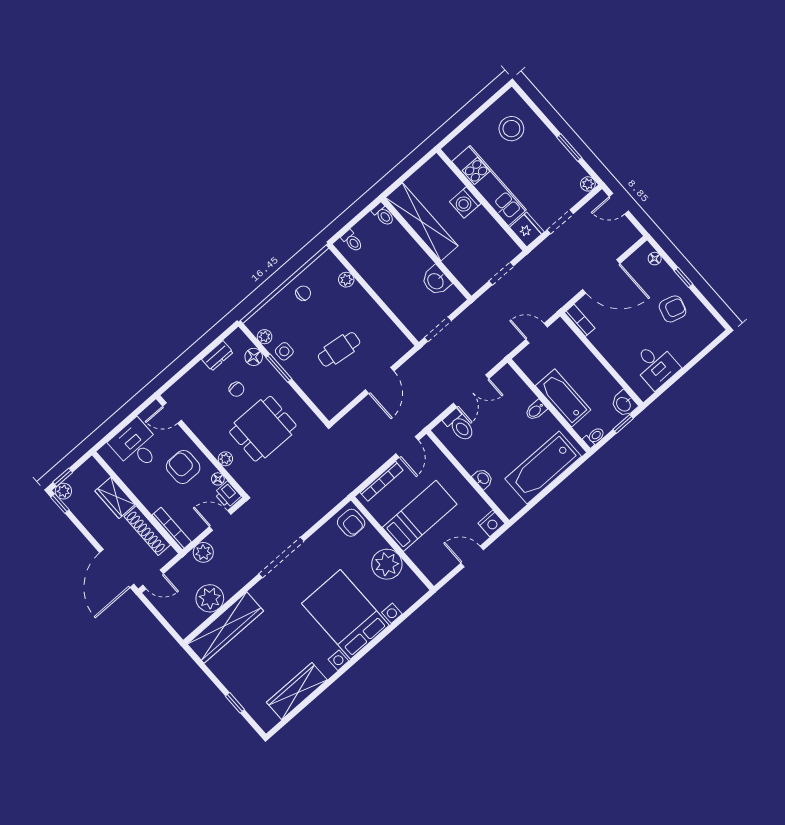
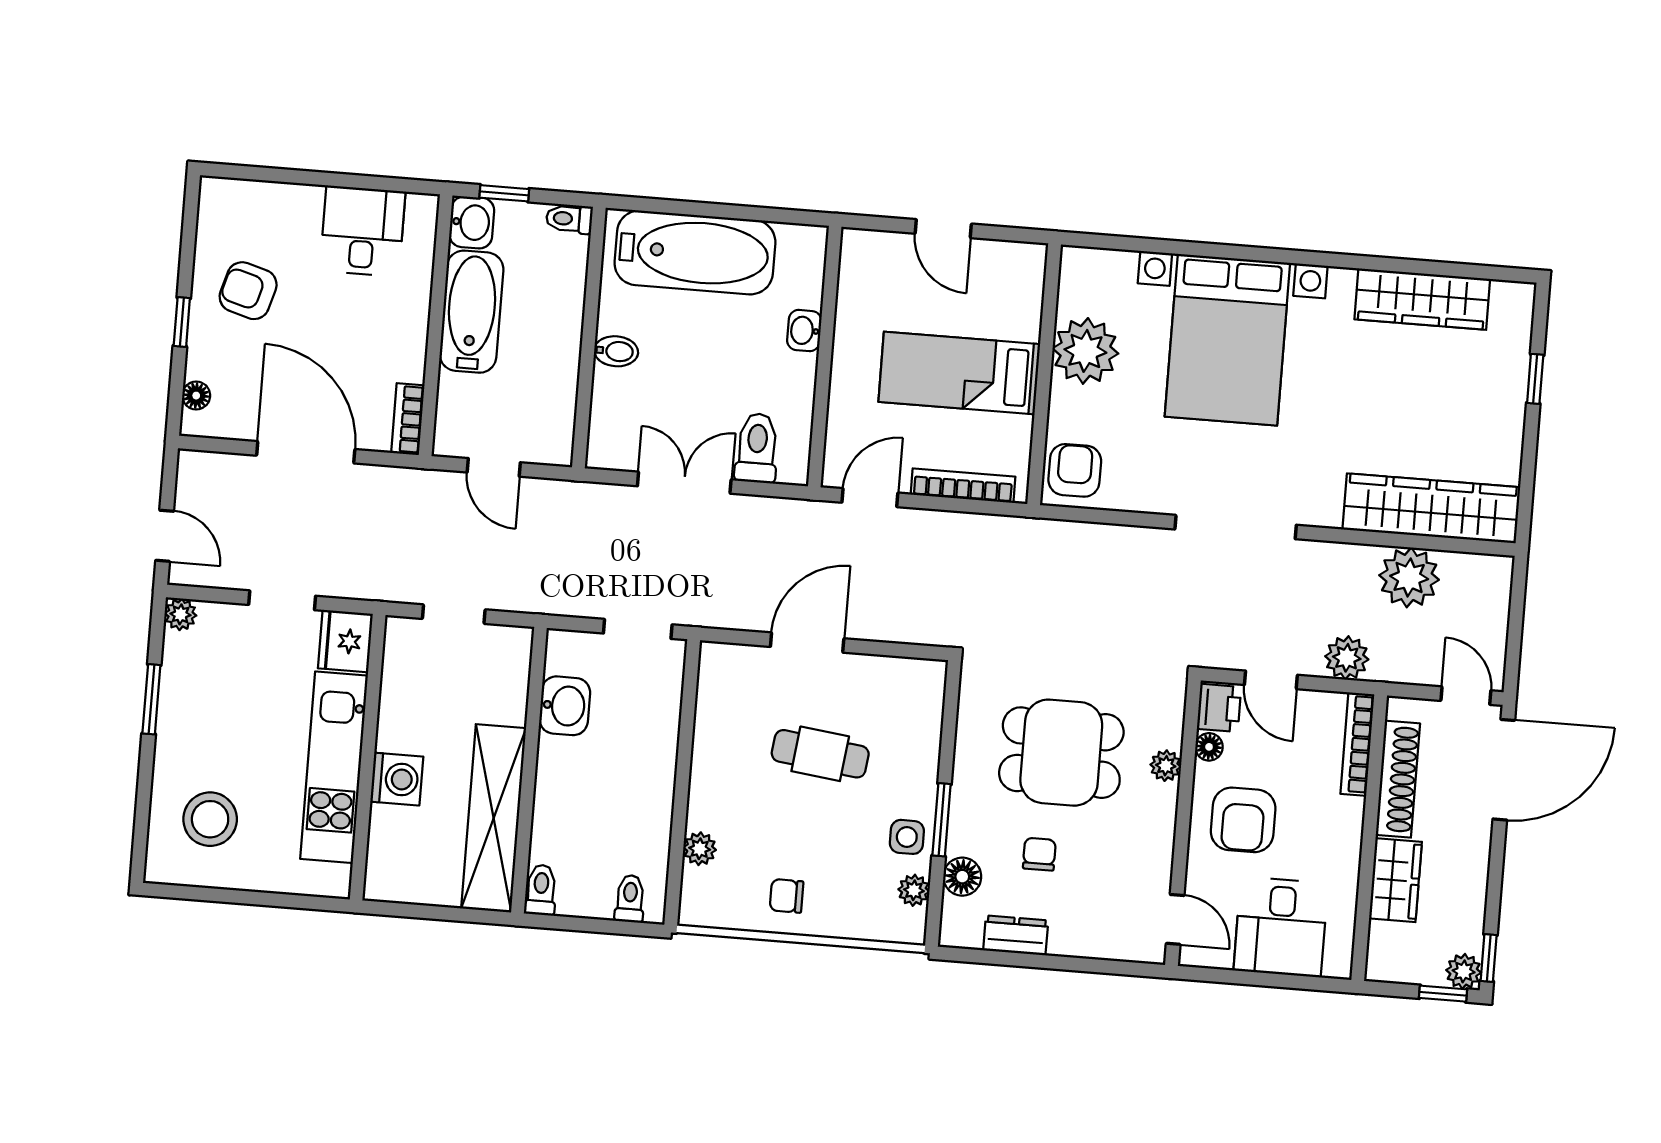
bathtub: (563, 398) -> (472, 312), moved, turned 180
nightstand: (491, 523) -> (862, 249), removed

